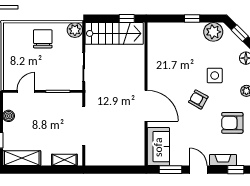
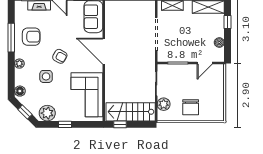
plant: (75, 30) -> (164, 104), moved
corner sofa: (166, 54) -> (87, 95), added

